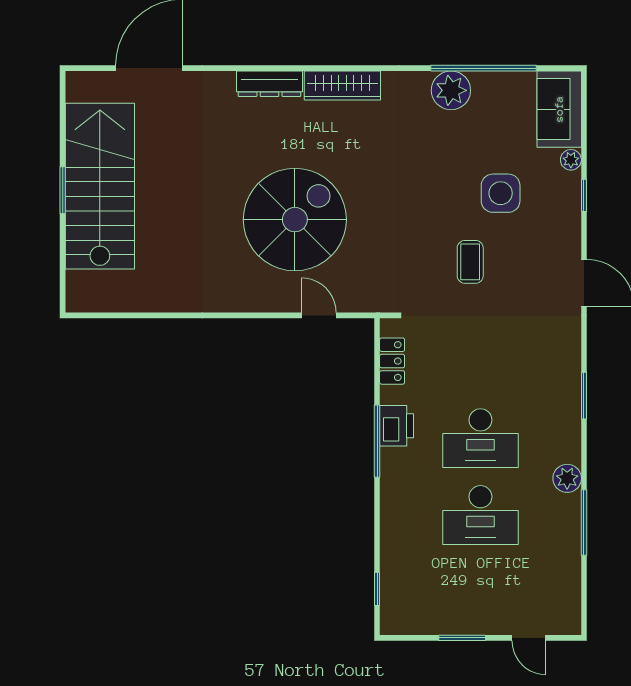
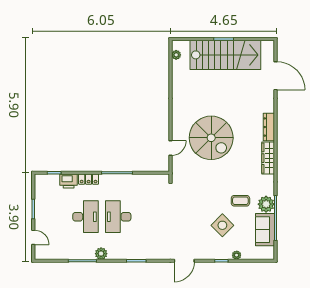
sofa: (559, 109) -> (265, 230), moved, turned -90
side table: (501, 193) -> (222, 225), turned 45
coffee table: (470, 262) -> (240, 201), moved
plant: (100, 302) -> (176, 55), added
locker: (392, 361) -> (89, 179), moved
printer: (397, 426) -> (69, 181), moved
desk: (480, 515) -> (86, 217), turned 180
door: (529, 638) -> (33, 237), swing flipped

